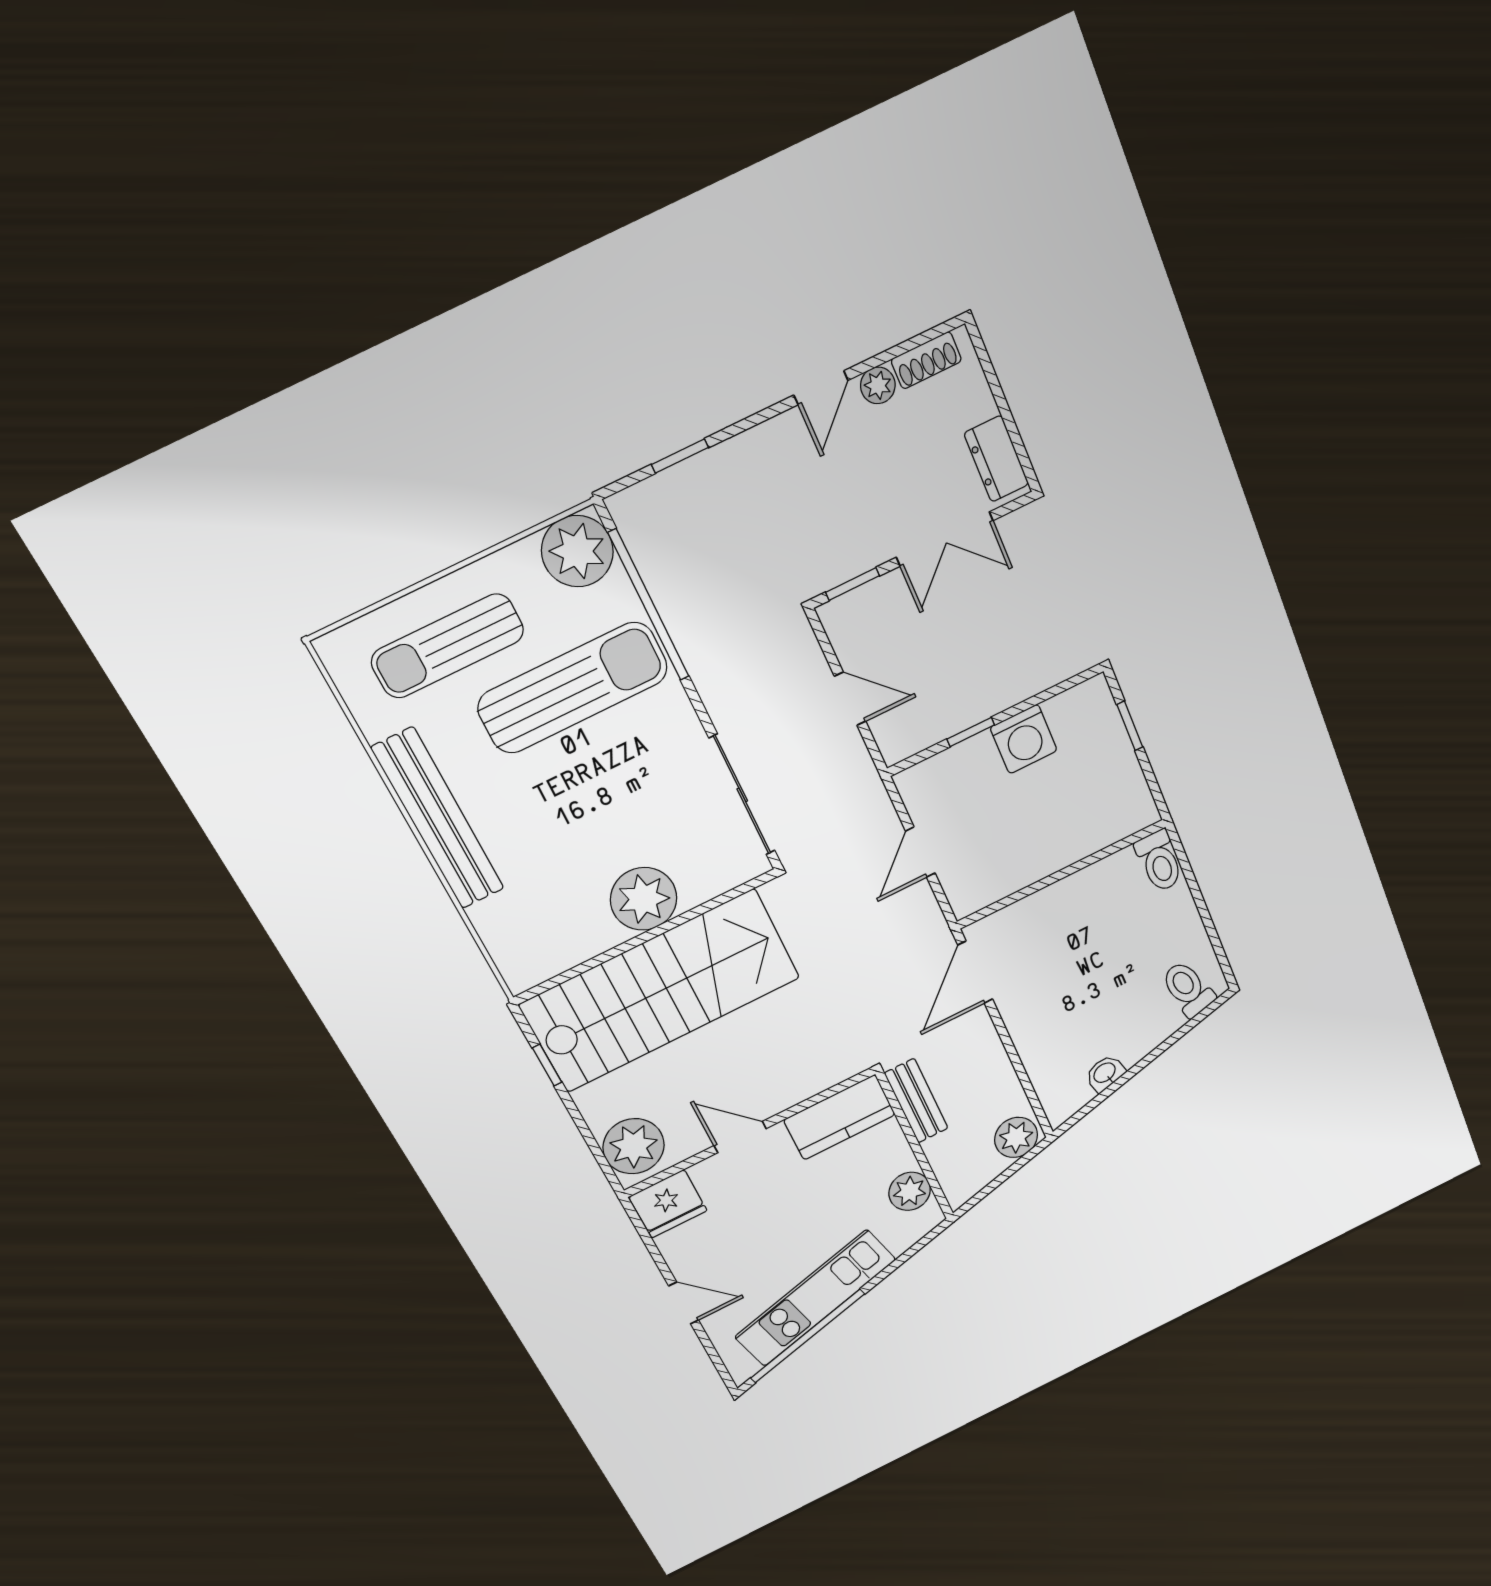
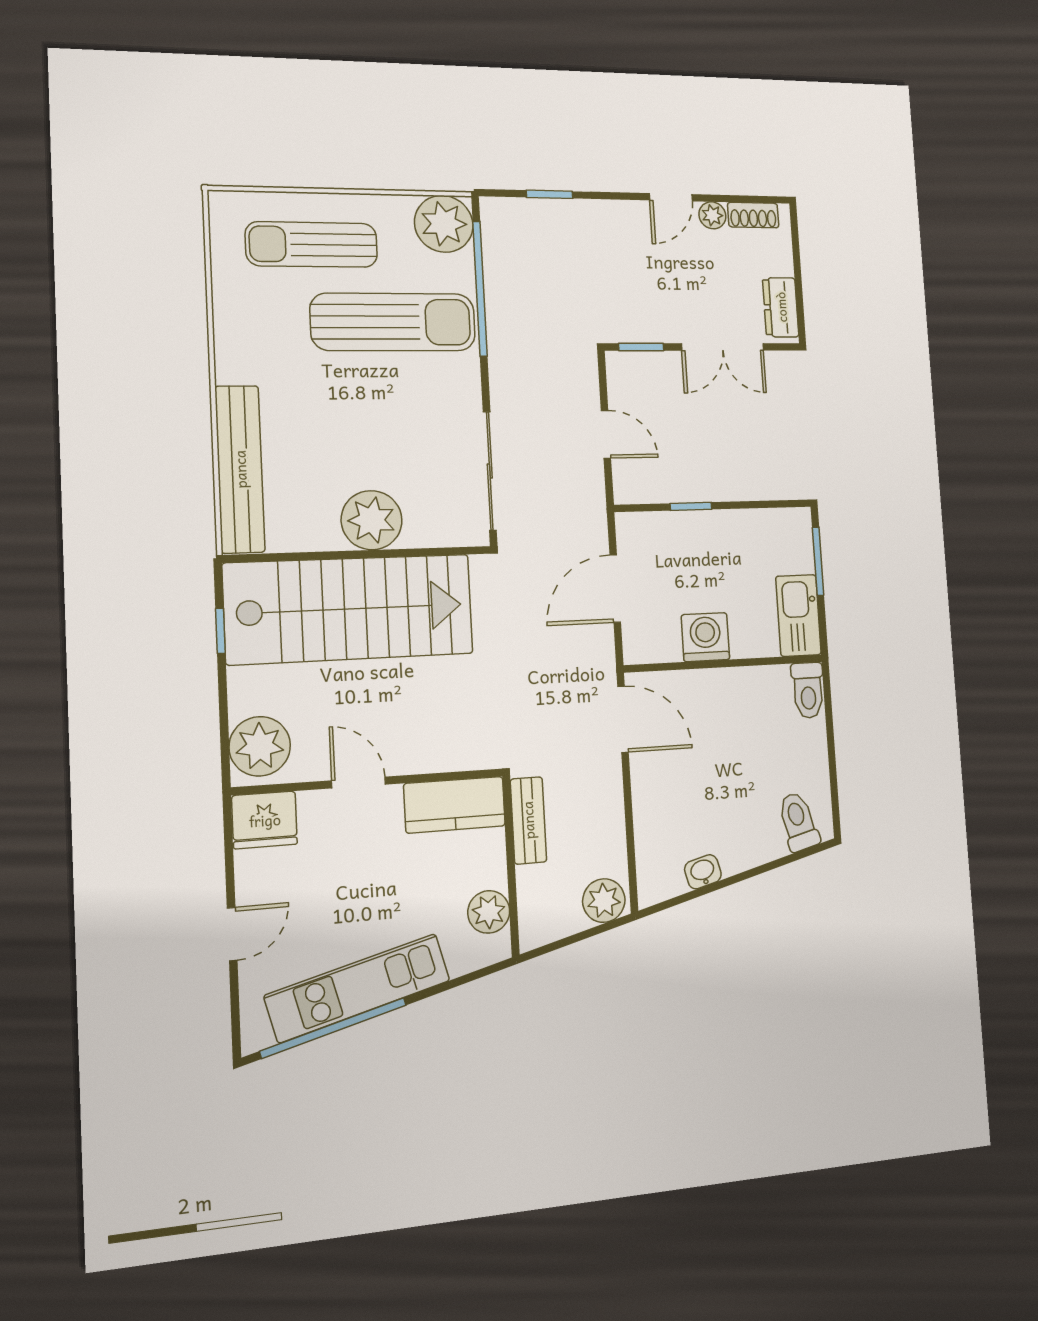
window: (1130, 726) -> (818, 561), width x1.50
washing machine: (1024, 739) -> (705, 637), moved, turned 180
kitchen sink: (1126, 791) -> (798, 615), added
bench: (438, 819) -> (240, 469), moved
door: (920, 852) -> (615, 589), width x1.38
door: (975, 972) -> (623, 719), swing flipped
door: (684, 1303) -> (232, 934), hinge flipped

